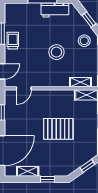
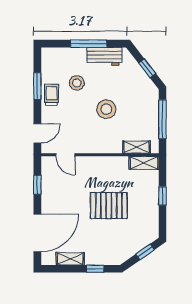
stool: (84, 41) -> (77, 83), moved
door: (24, 88) -> (65, 155), hinge flipped

